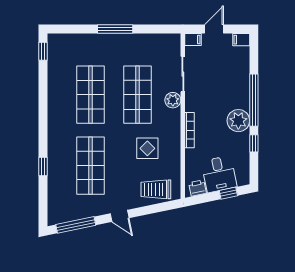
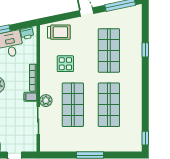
filing cabinet: (193, 40) -> (30, 97), moved

